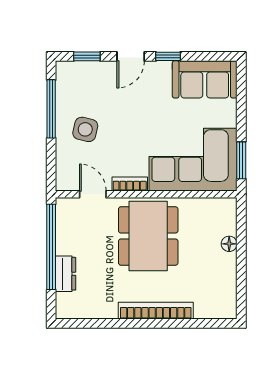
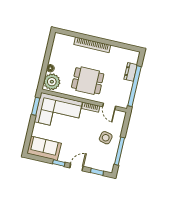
plant: (220, 217) -> (52, 82), added
dining table: (148, 236) -> (88, 81), width x0.73

